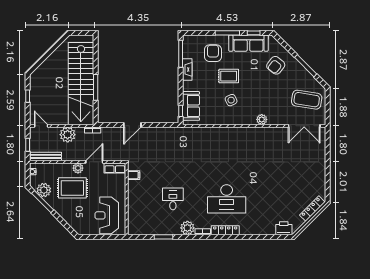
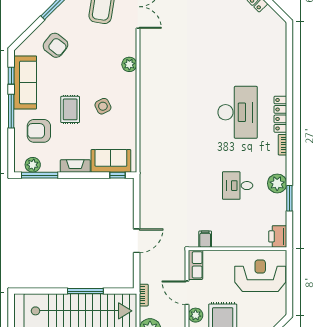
plant: (188, 49) -> (33, 165), added
fireplace: (187, 69) -> (75, 166), moved
door: (132, 125) -> (137, 241), hinge flipped
reception desk: (107, 215) -> (260, 276), turned 180
plant: (187, 228) -> (277, 183), moved
printer: (284, 228) -> (278, 236), moved

